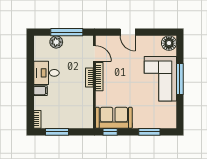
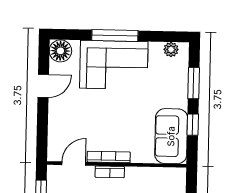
door: (128, 32) -> (43, 86), moved
plant: (171, 116) -> (171, 50), added
window: (110, 132) -> (193, 125), moved

